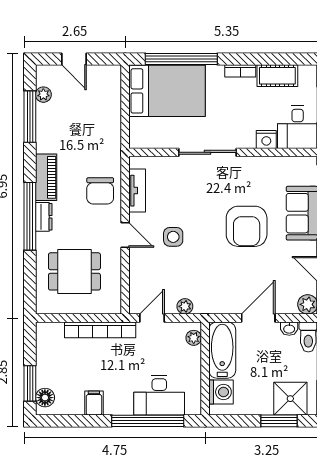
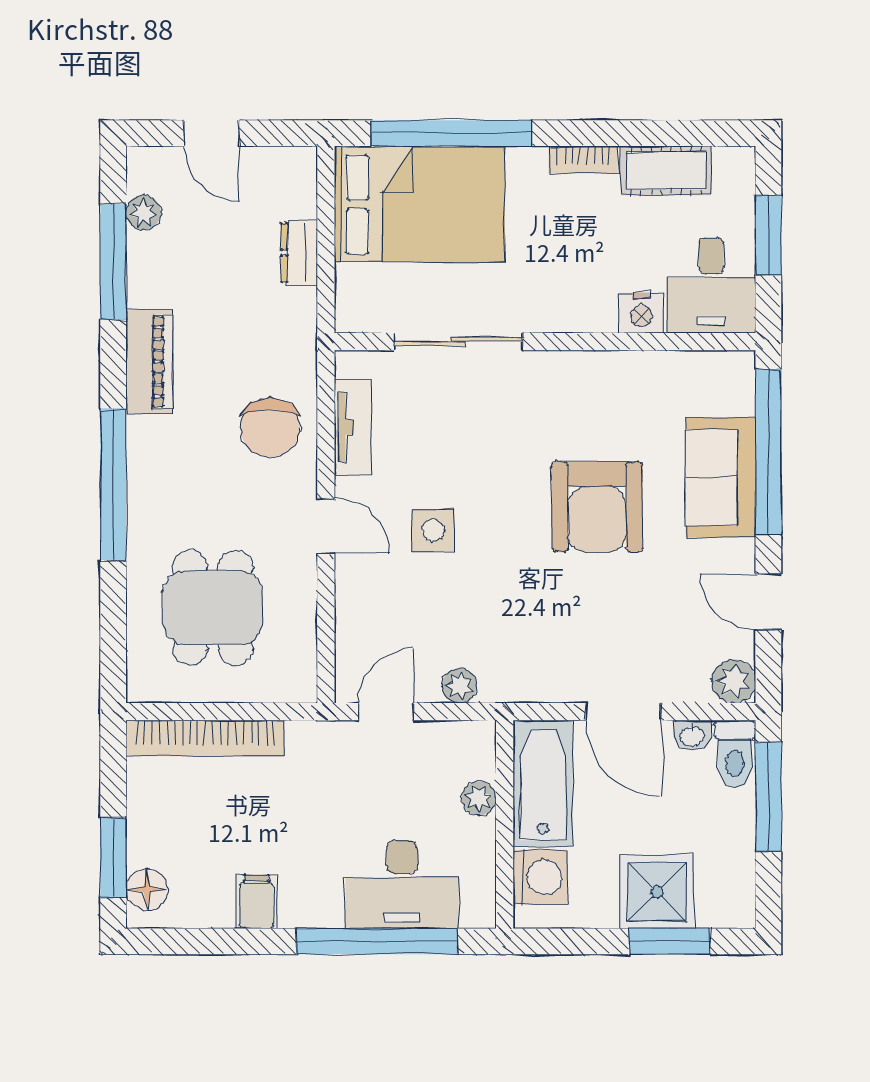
sliding door: (208, 152) -> (458, 342), moved
piano: (46, 177) -> (149, 362), moved
dresser: (44, 217) -> (299, 253), moved, turned 180
dining table: (74, 271) -> (213, 608), turned 90
door: (258, 318) -> (623, 712), swing flipped
bookcase: (100, 330) -> (205, 738), moved
plant: (194, 338) -> (479, 798), moved
shower: (290, 399) -> (657, 892), moved

